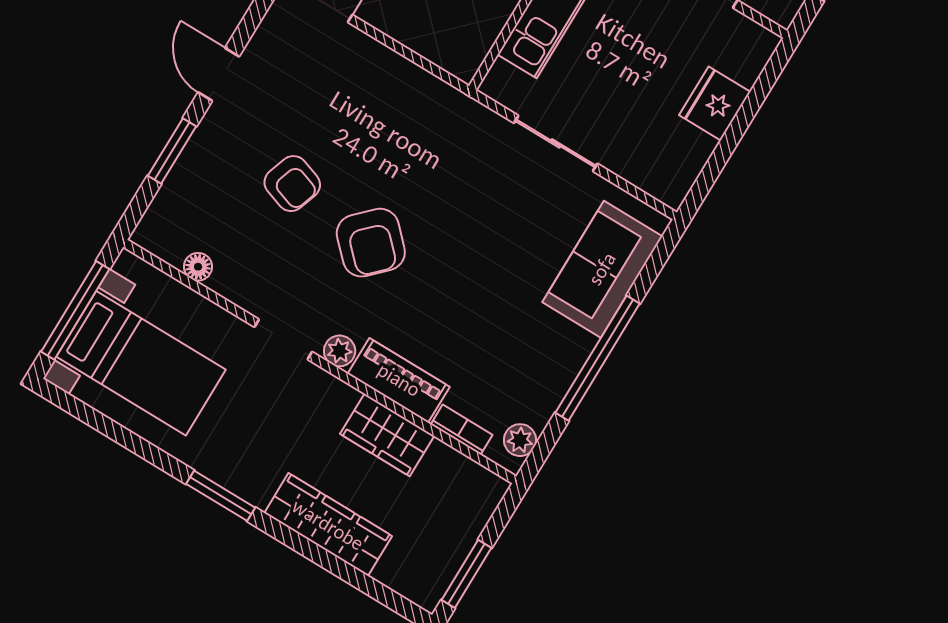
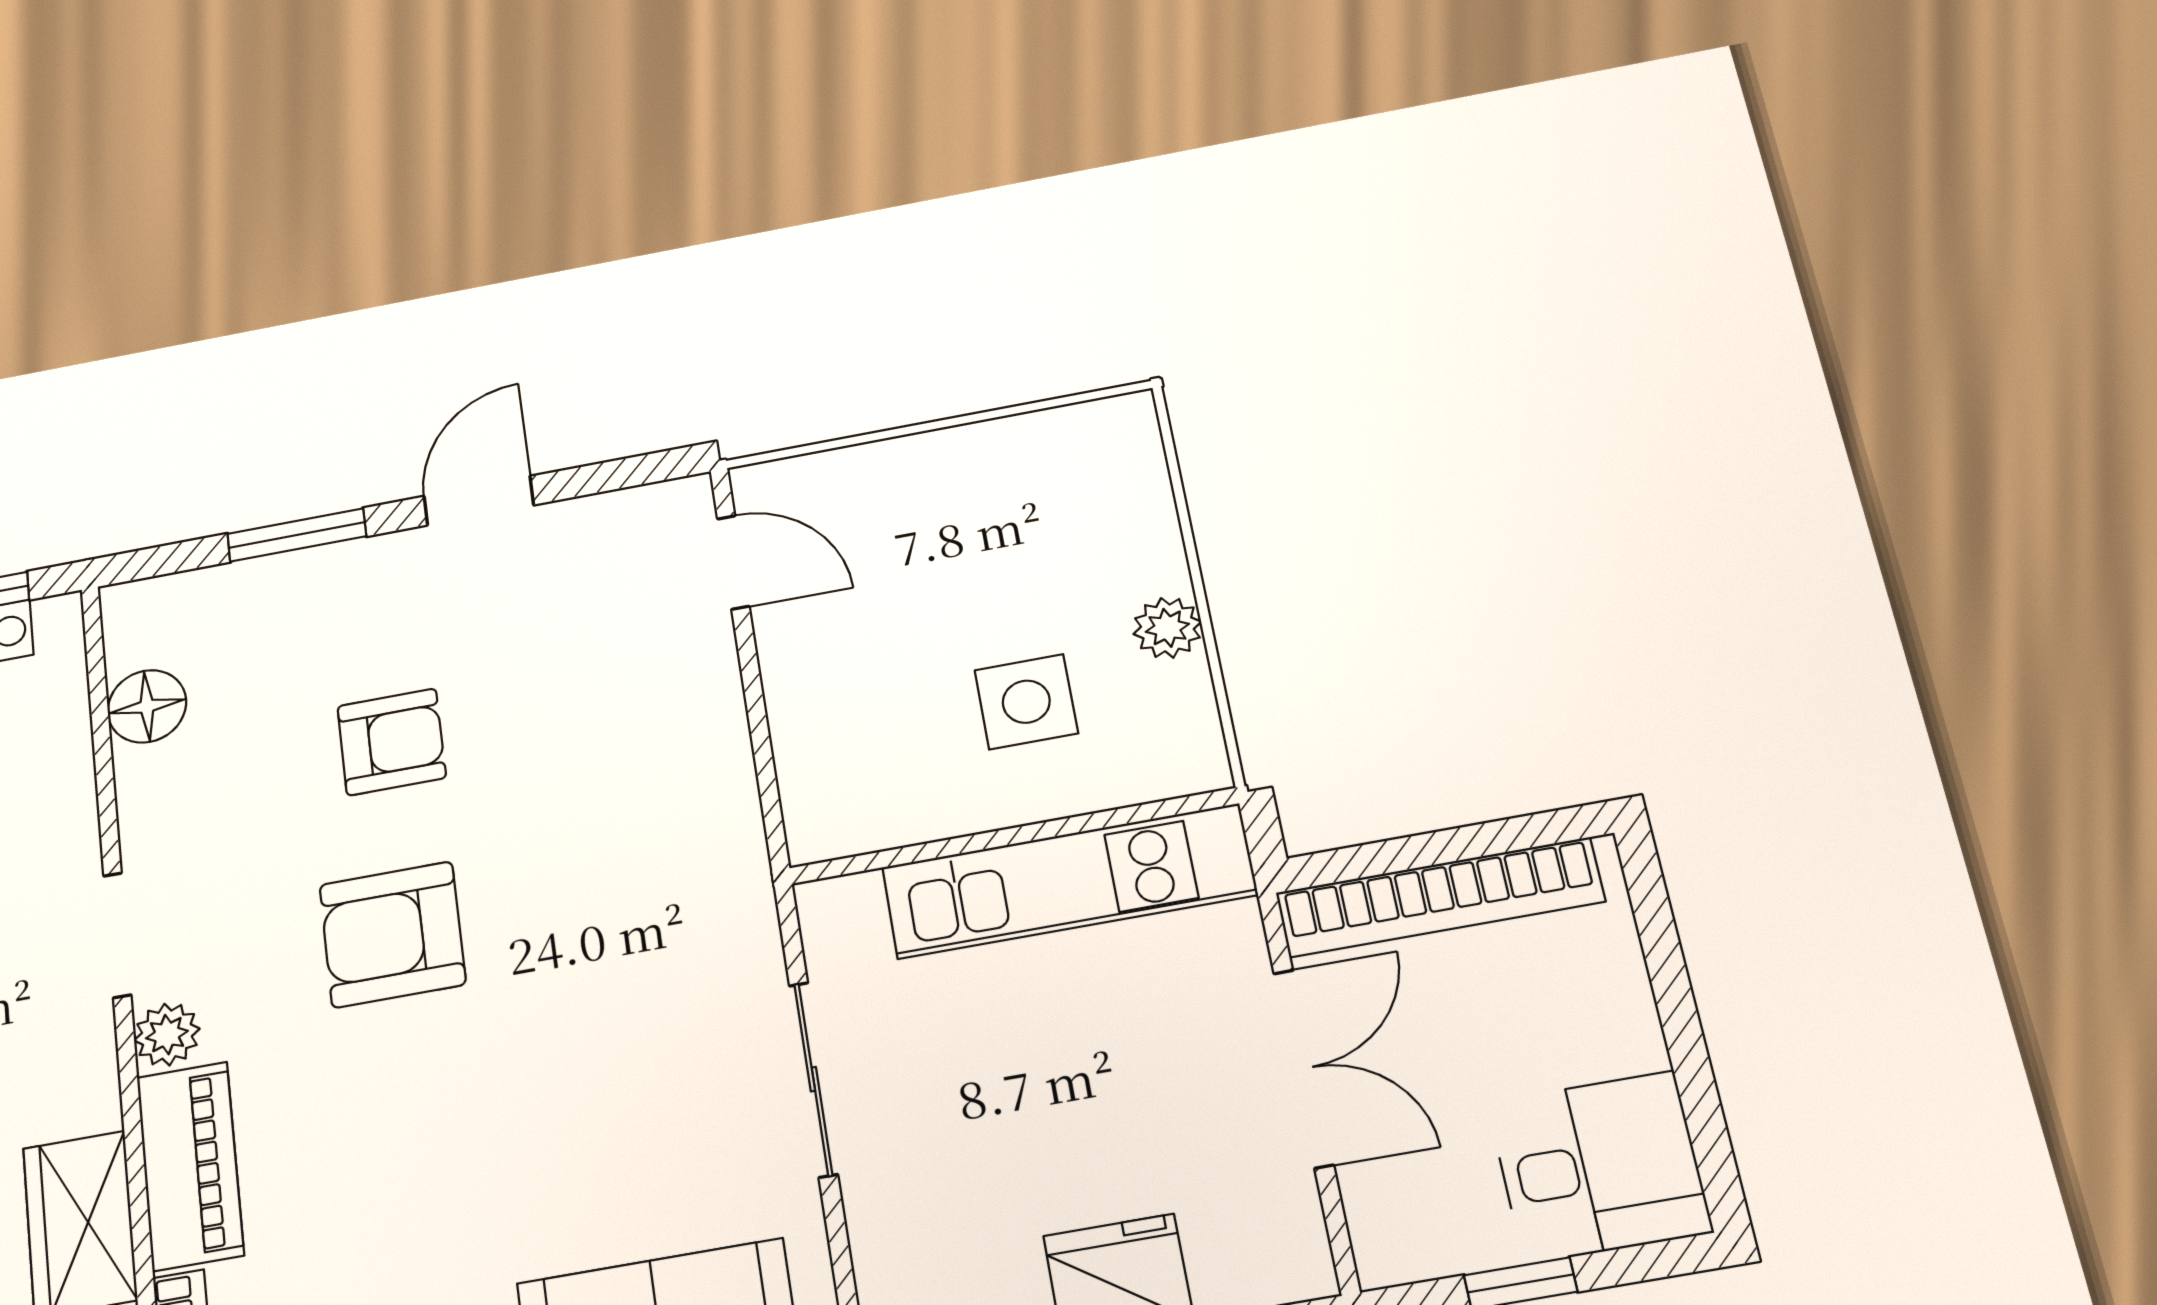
armchair: (292, 184) -> (392, 742), turned -109
armchair: (371, 243) -> (392, 934), turned 45
floor lamp: (198, 267) -> (147, 706), width x1.37, depth x1.37

